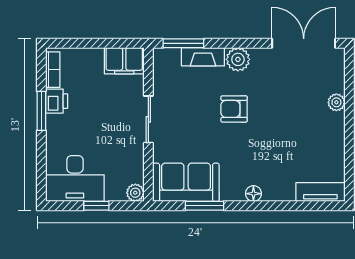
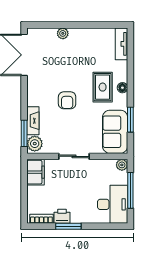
plant: (238, 59) -> (35, 144), moved
rug: (254, 163) -> (103, 87), added
window: (96, 206) -> (130, 190), width x2.17

